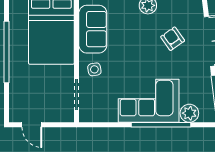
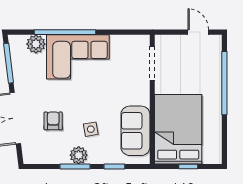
armchair: (173, 39) -> (53, 121), turned -145
window: (7, 52) -> (224, 83), moved
side table: (94, 69) -> (91, 129), moved

